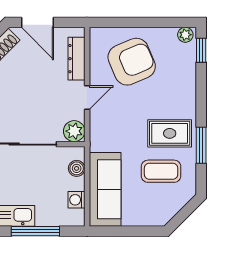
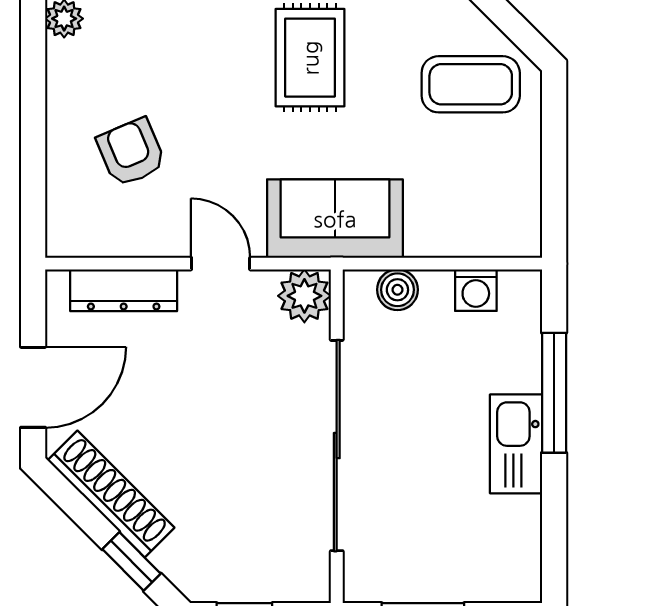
armchair: (132, 62) -> (131, 152), width x0.53, depth x0.53
coffee table: (161, 171) -> (471, 84), moved, turned 90
sofa: (105, 189) -> (335, 219), moved, width x0.73

